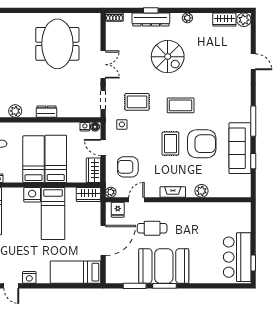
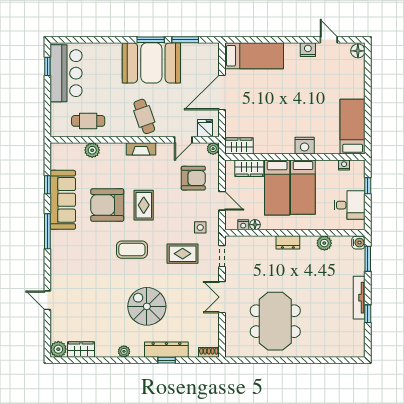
floor lamp: (95, 127) -> (255, 225), moved
wardrobe: (94, 170) -> (249, 168), moved, turned 90
plant: (201, 191) -> (92, 150), moved
bed: (53, 214) -> (280, 124), removed
cafe table: (218, 216) -> (88, 121), added
cafe table: (152, 228) -> (144, 116), moved, turned 71

